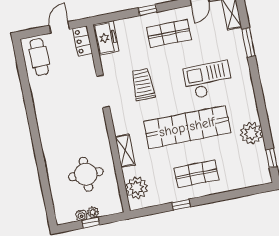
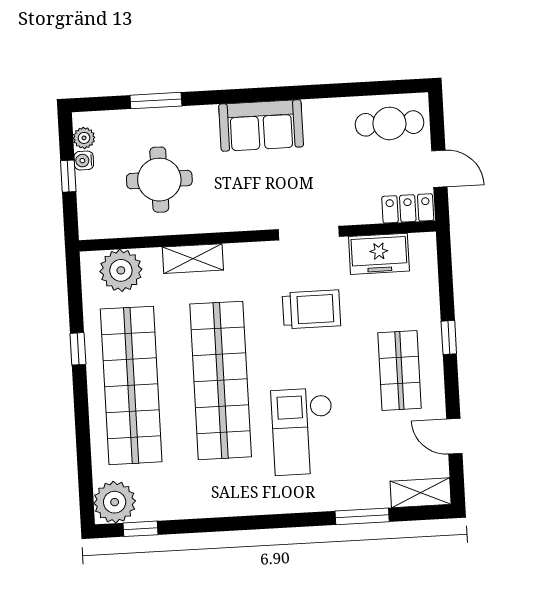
freezer: (106, 38) -> (379, 254), moved
checkout: (208, 80) -> (303, 432), turned 180
sofa: (50, 125) -> (261, 125), added
plant: (251, 133) -> (115, 502), moved
shop shelf: (197, 174) -> (131, 385), width x2.00, depth x1.36
window: (44, 182) -> (156, 101), added
plant: (93, 212) -> (84, 138), moved

